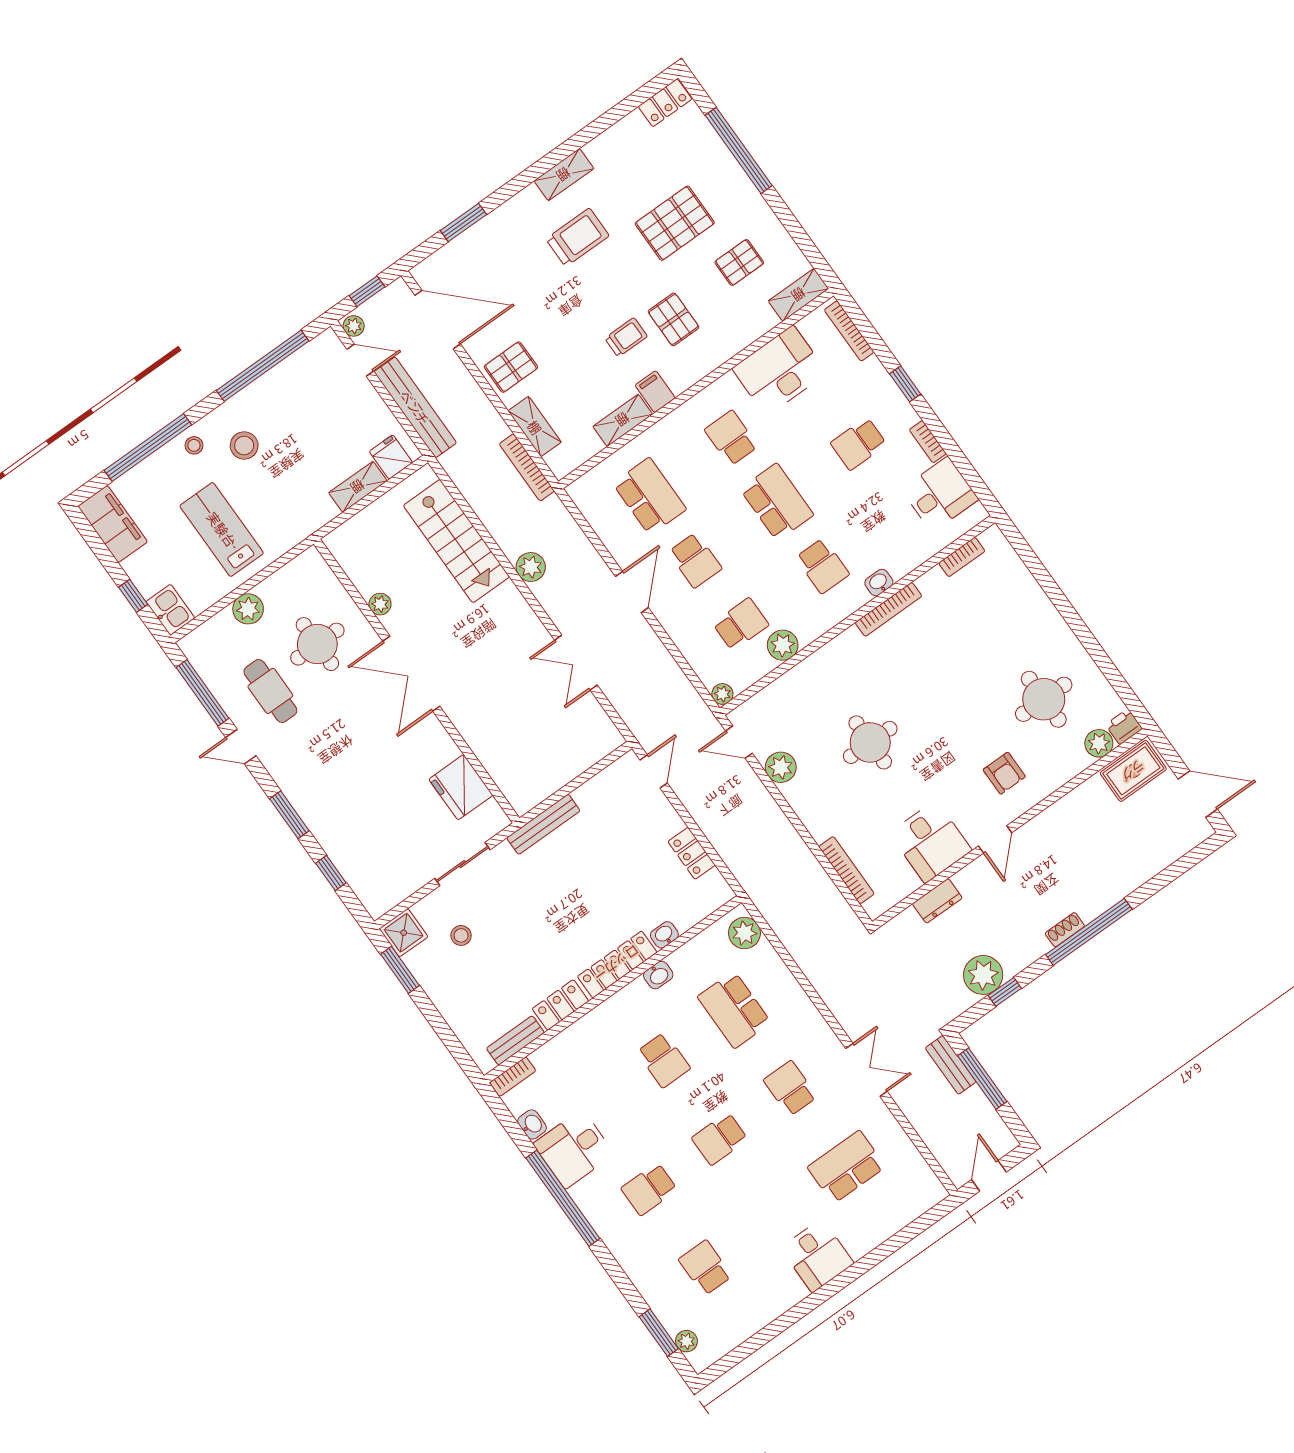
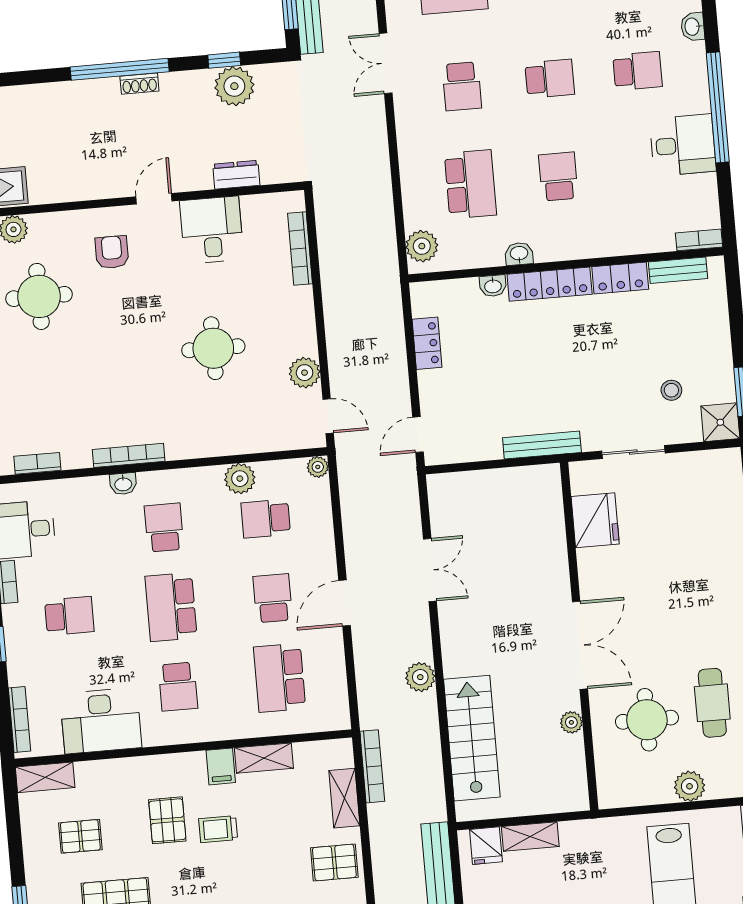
washbasin: (532, 1124) -> (693, 27), moved

